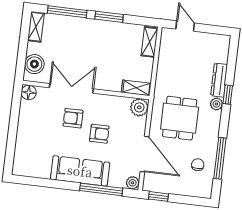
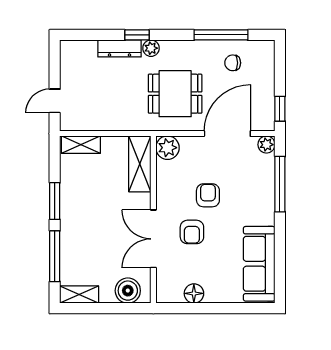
shelving: (136, 88) -> (140, 164), width x1.50, depth x1.33
floor lamp: (29, 92) -> (194, 293), moved
sofa: (80, 171) -> (259, 264), moved

